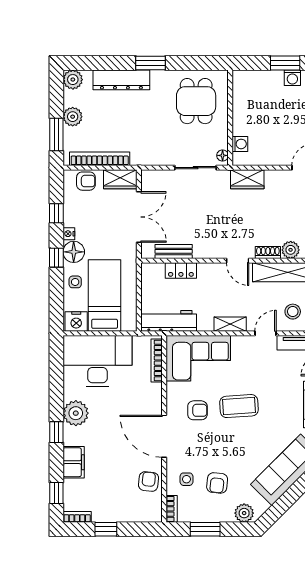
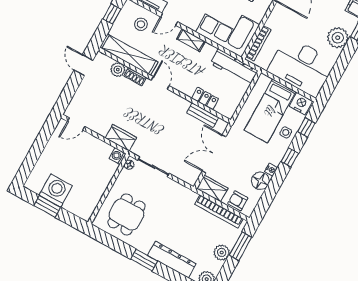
washing machine: (292, 78) -> (56, 191), width x1.89, depth x1.89
washing machine: (240, 144) -> (118, 156), moved
window: (56, 213) -> (306, 127), moved
floor lamp: (74, 252) -> (260, 181), moved

